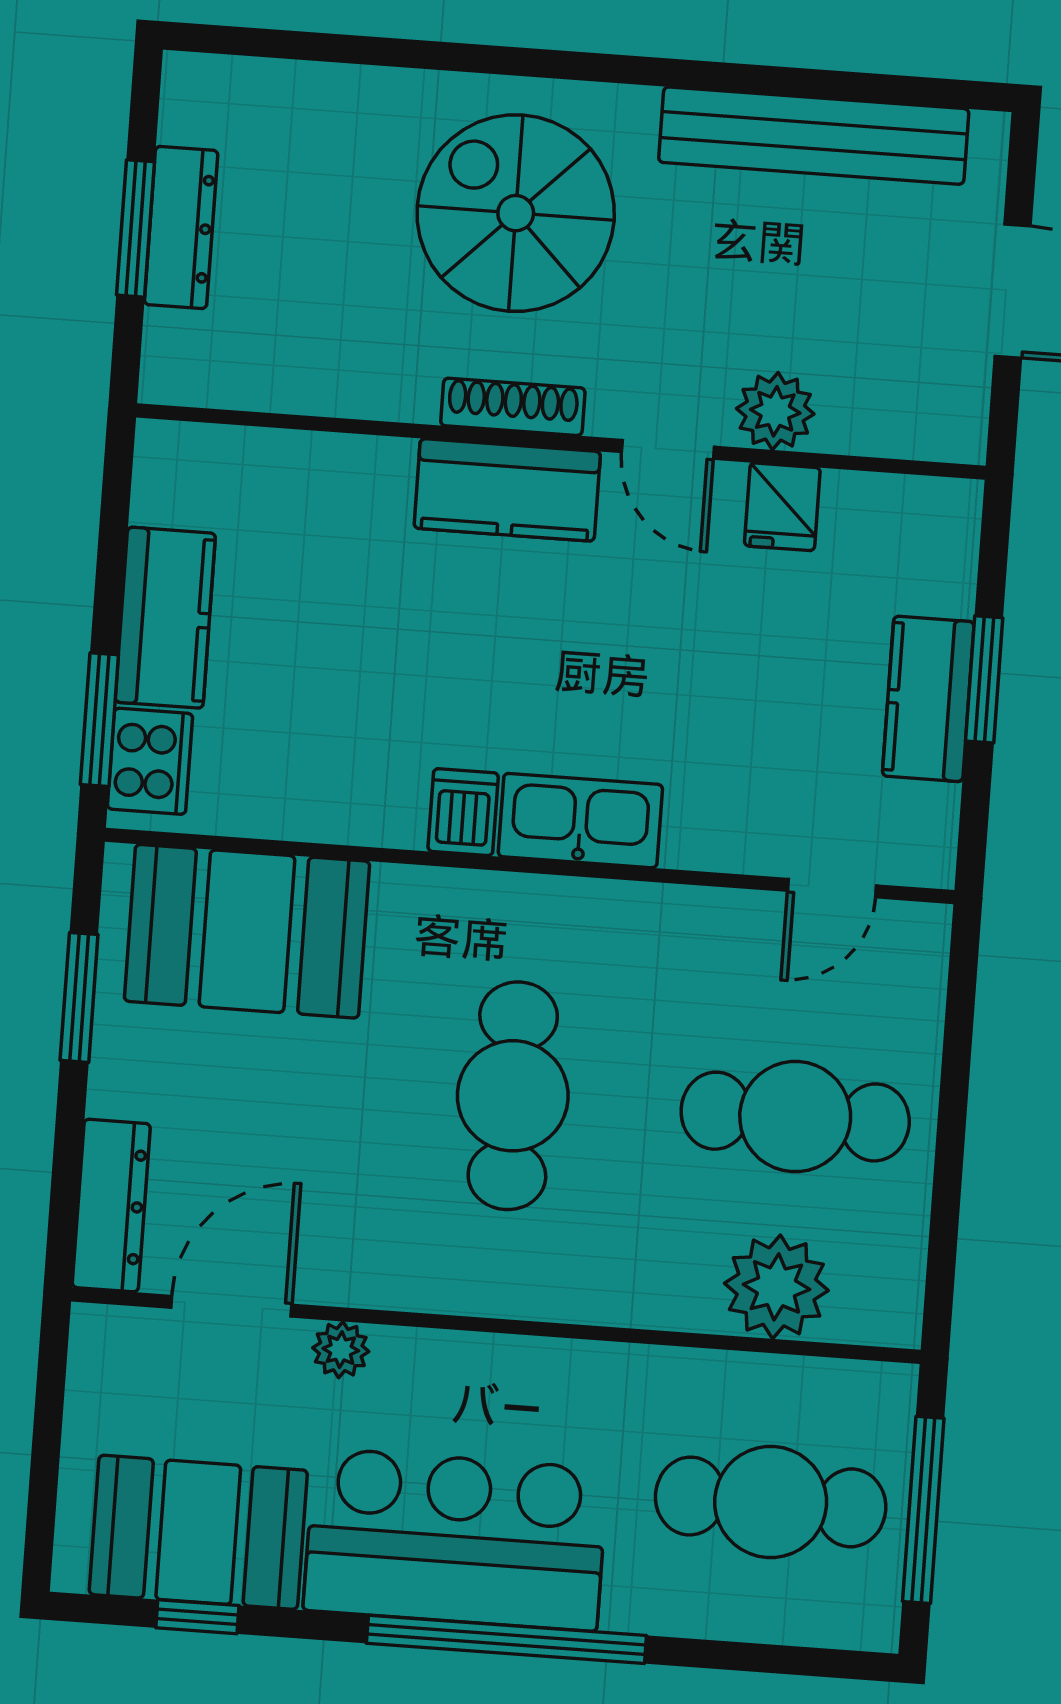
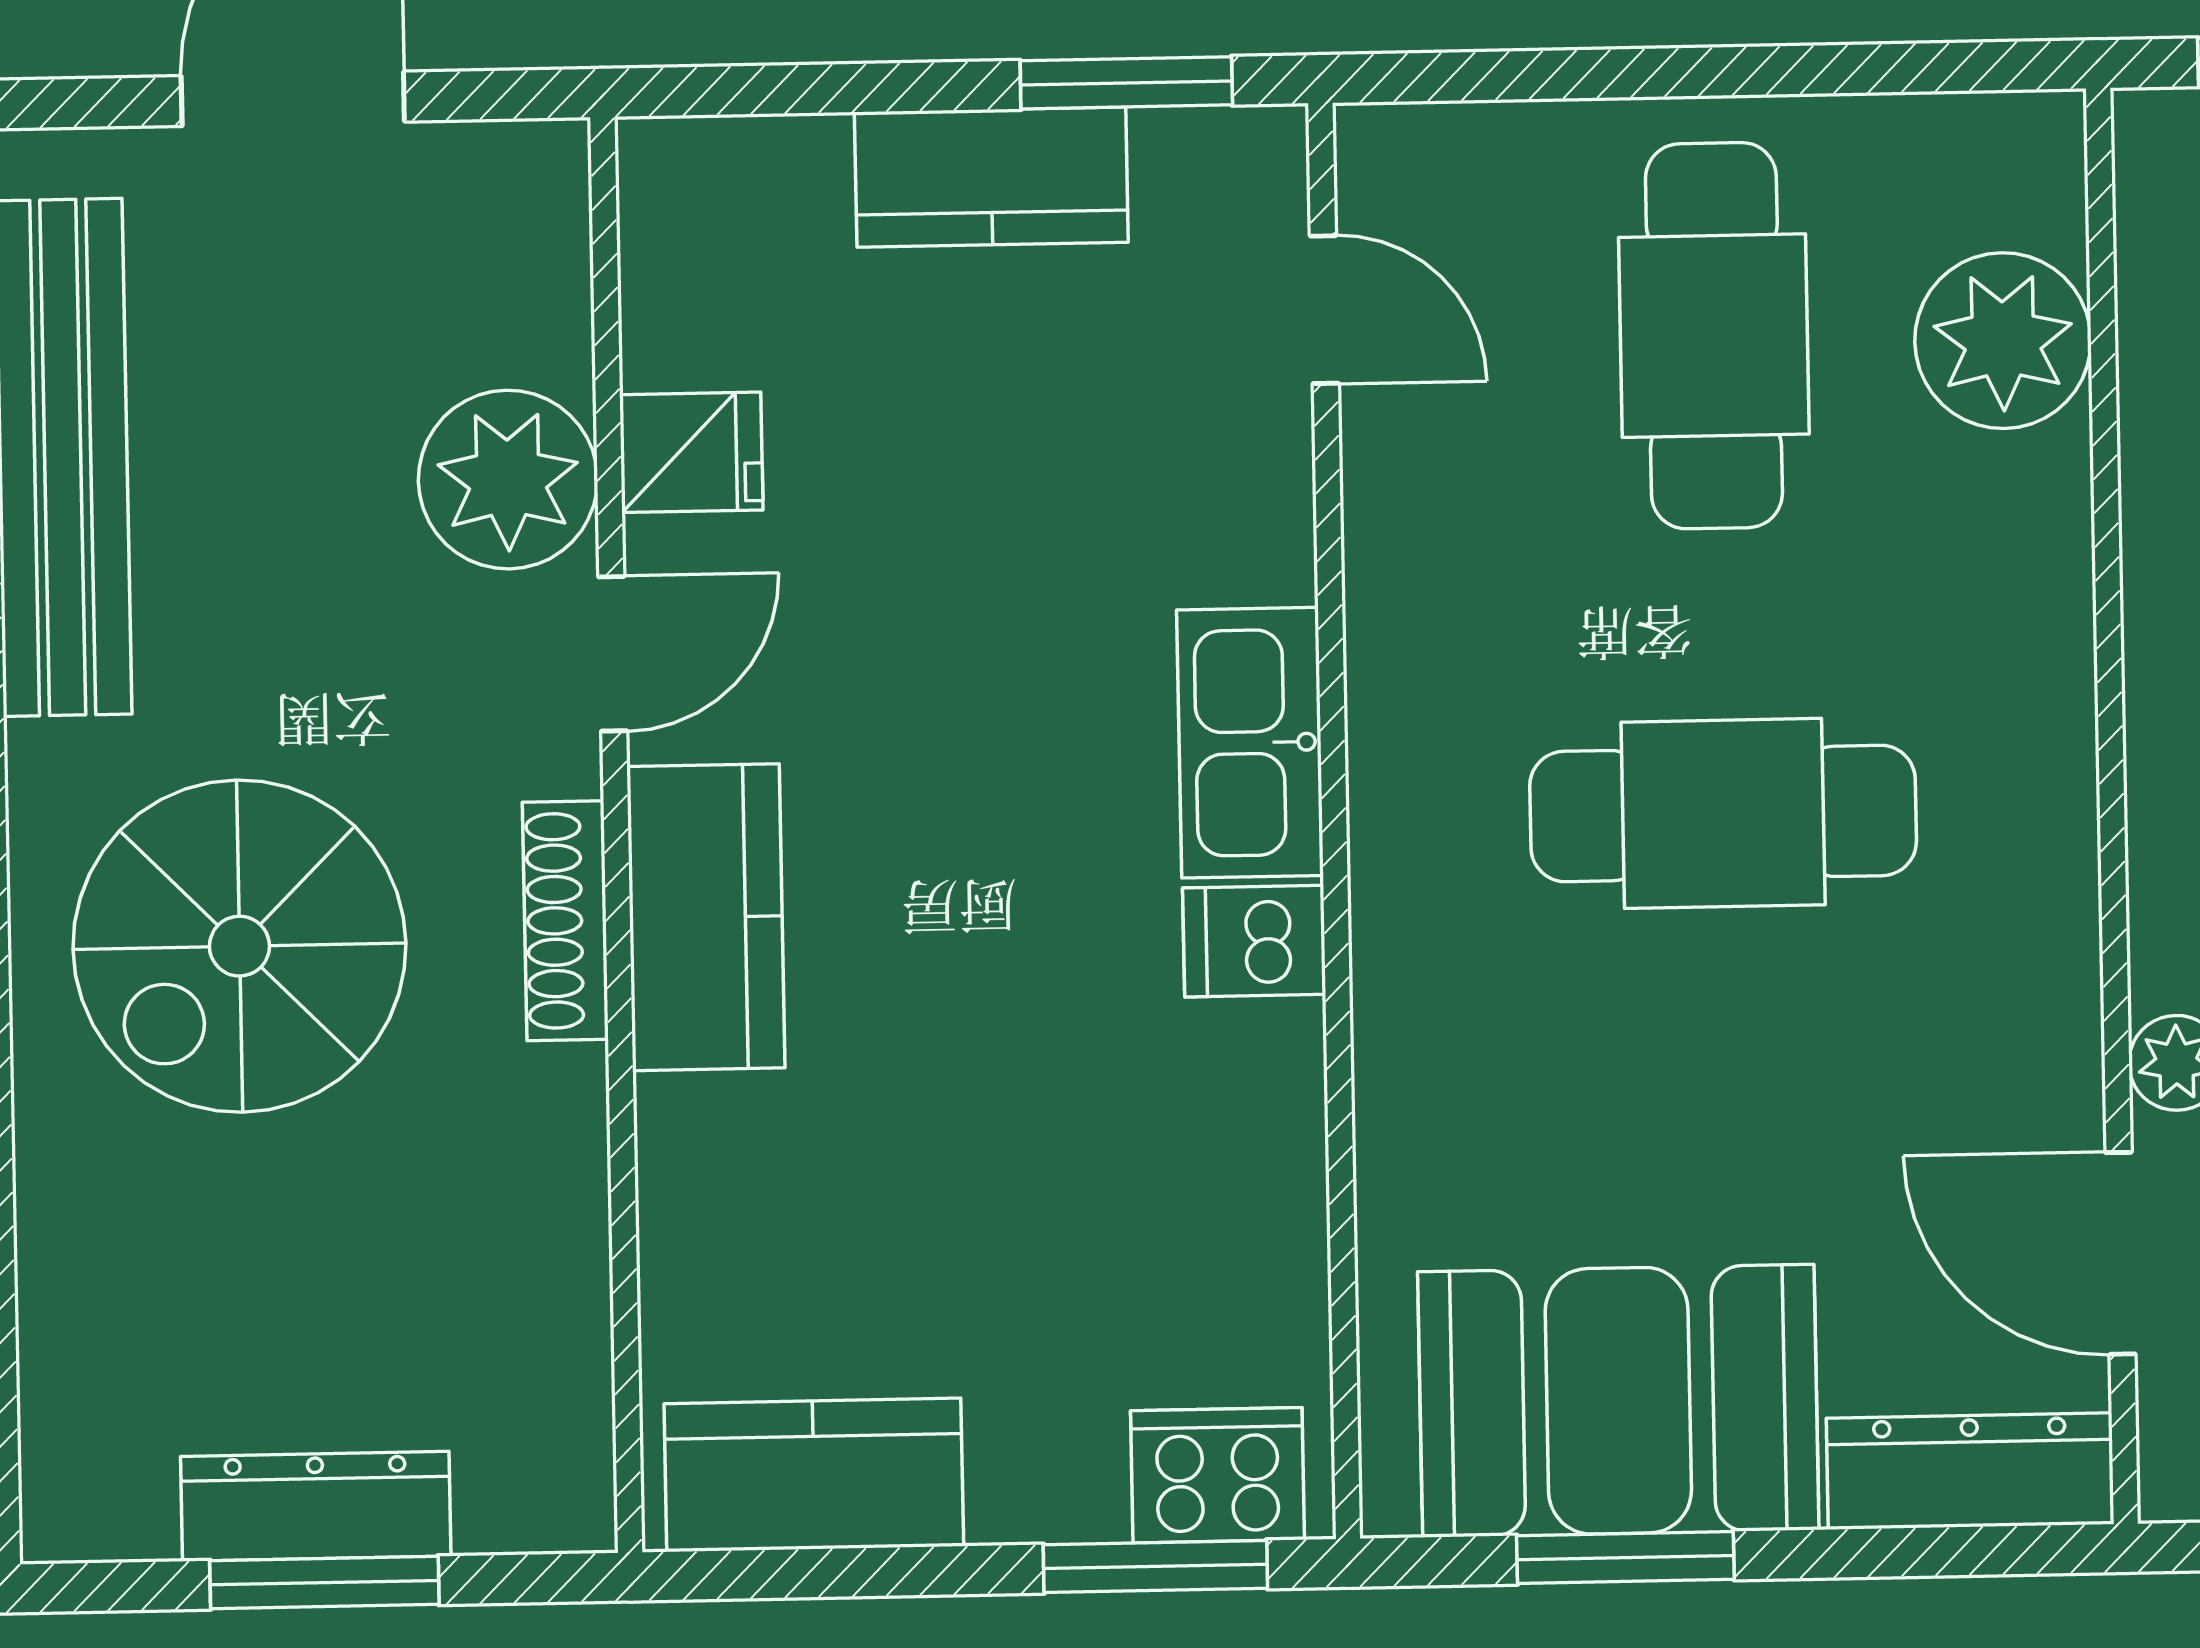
plant: (775, 411) -> (508, 480), width x1.36, depth x1.36
kitchen counter: (165, 618) -> (814, 1475), moved
window: (984, 679) -> (1126, 83), moved
booth: (247, 931) -> (1618, 1401), moved, turned 90

